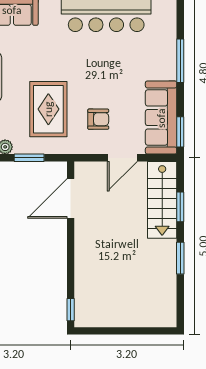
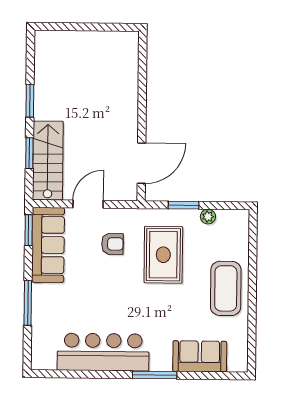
armchair: (98, 119) -> (112, 244), turned 180
window: (71, 310) -> (143, 49), removed

